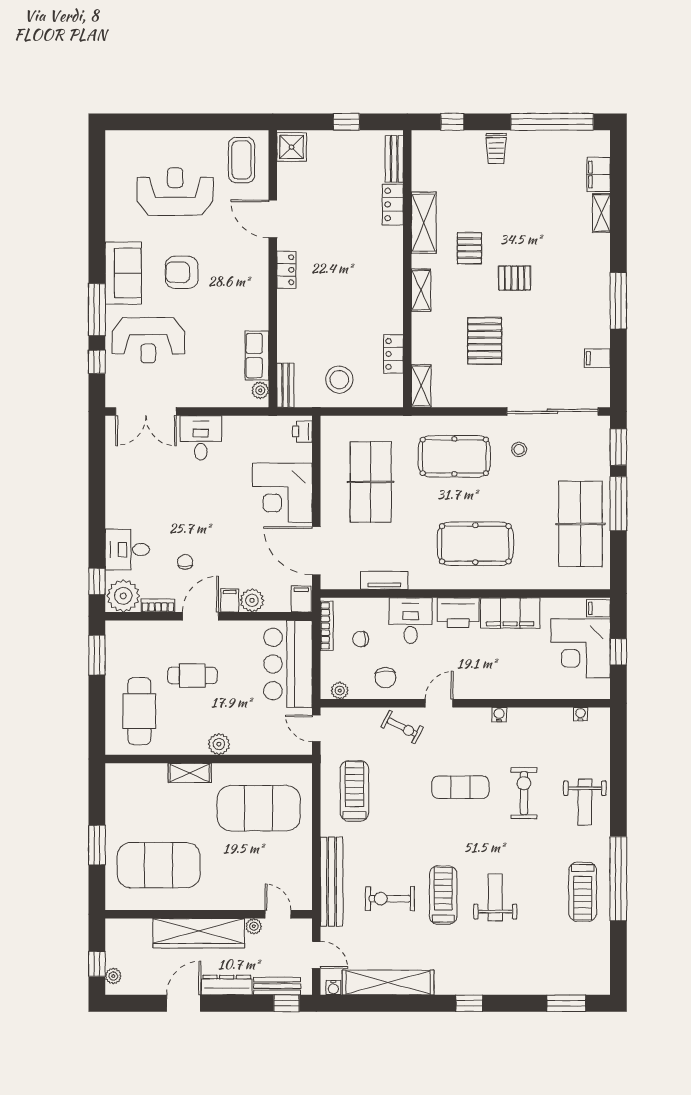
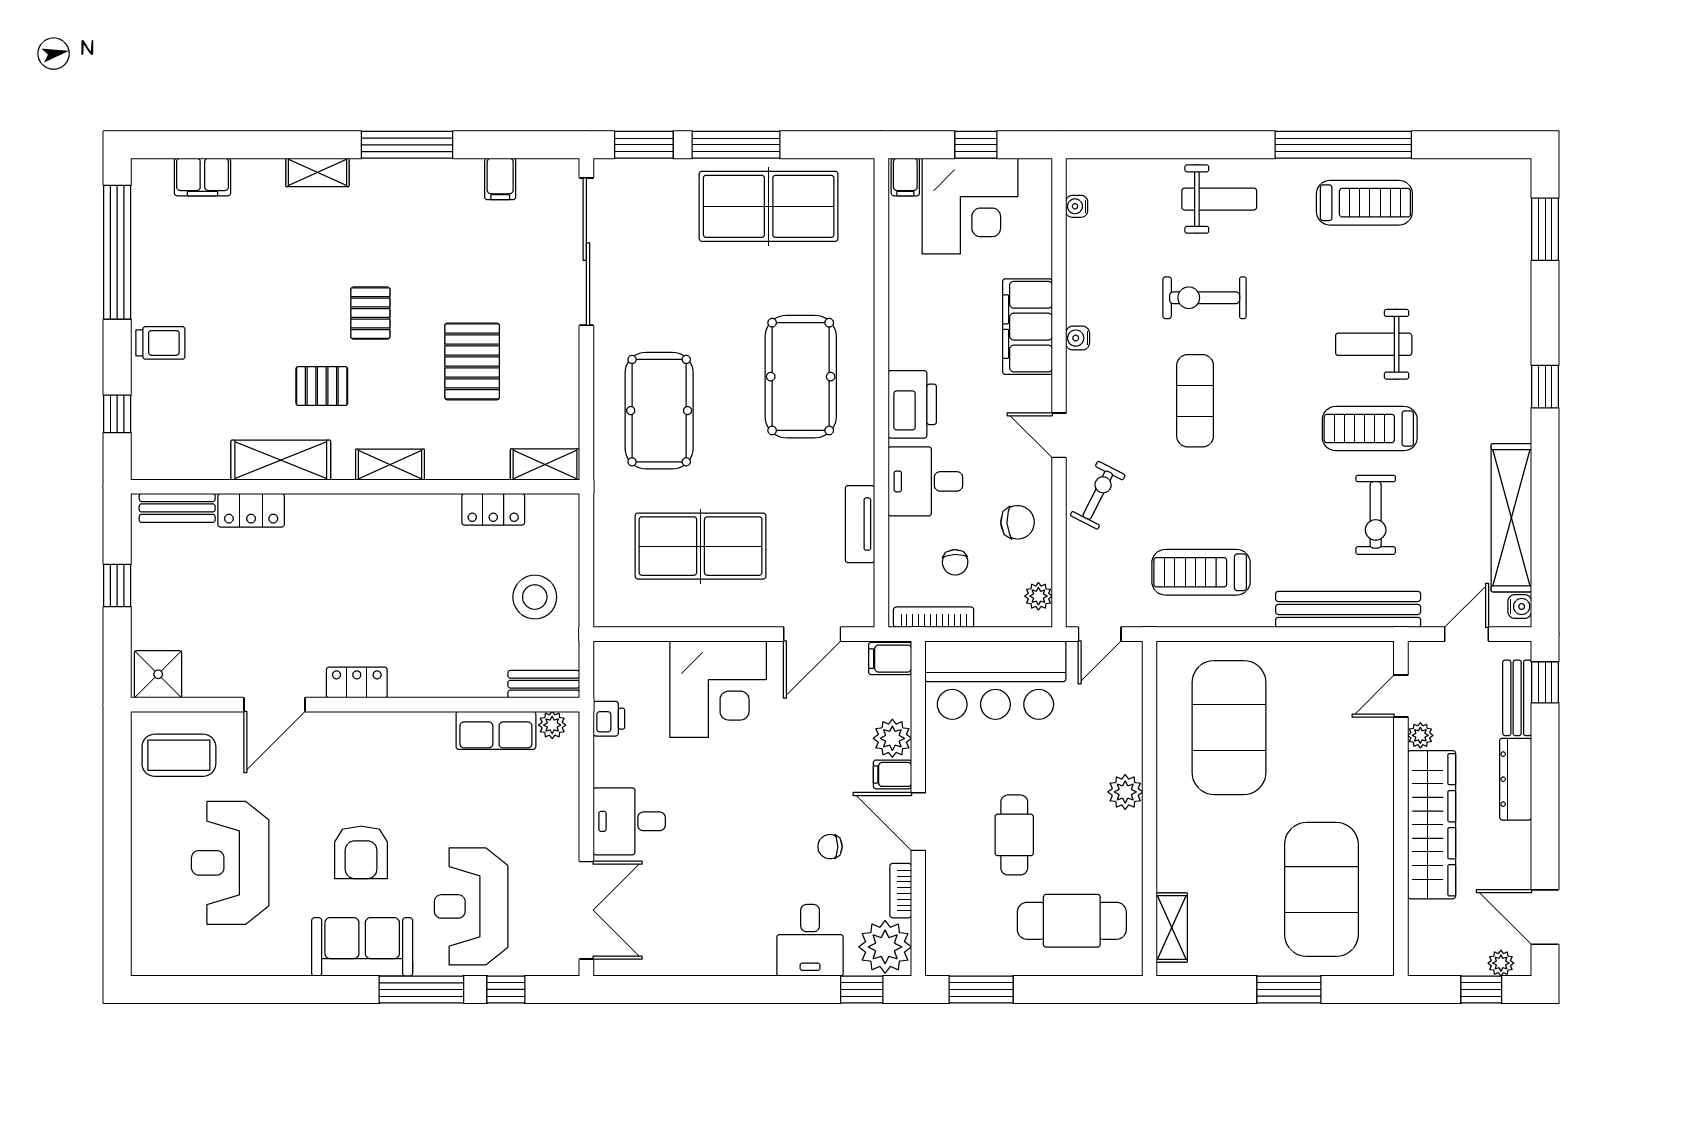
shelving: (601, 213) -> (317, 172), moved
reception desk: (148, 340) -> (471, 906), turned 180
pallet: (485, 341) -> (472, 361), turned 90
printer: (302, 432) -> (609, 719), moved, turned -90
stool: (519, 449) -> (648, 306), removed
door: (316, 551) -> (812, 634), width x0.73
filing cabinet: (510, 613) -> (1027, 327), moved, turned 180
shelving: (190, 773) -> (1172, 927), moved
door: (184, 1003) -> (1545, 917), moved

